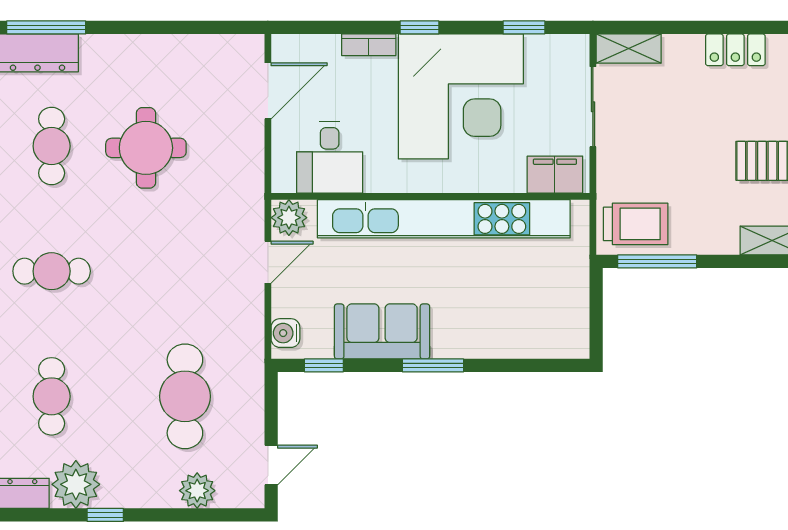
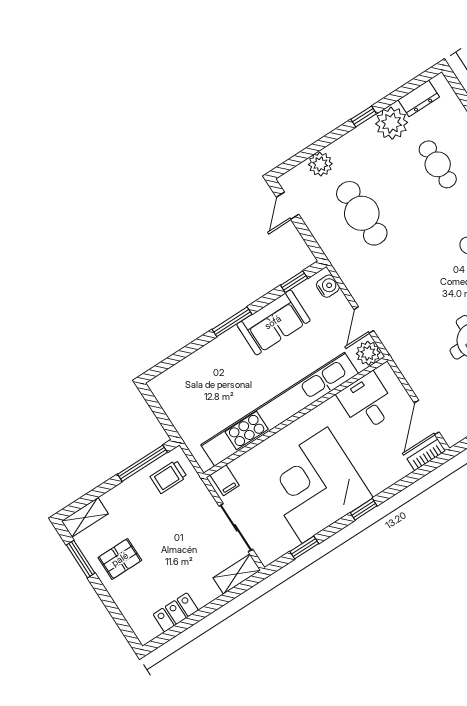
bookcase: (369, 45) -> (426, 455), moved
filing cabinet: (555, 175) -> (225, 480), width x0.50
trolley: (636, 224) -> (169, 477), width x0.73, depth x0.72

